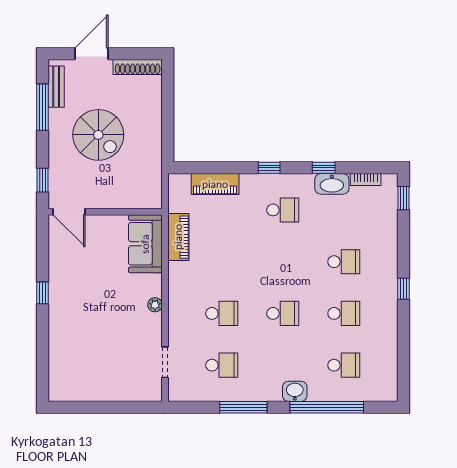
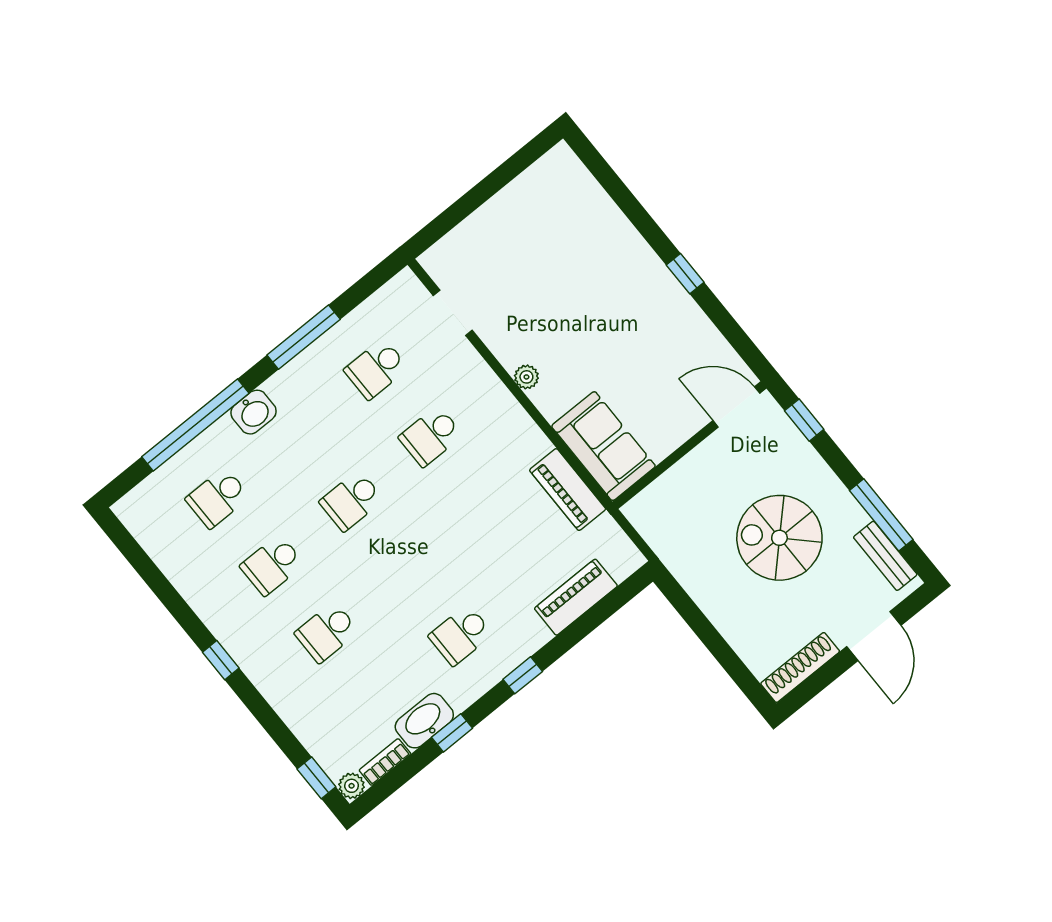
plant: (390, 181) -> (352, 786), added

